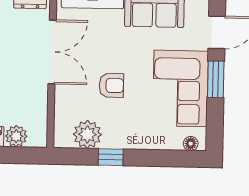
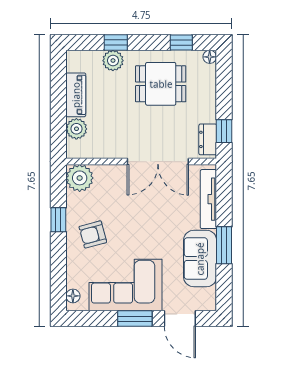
armchair: (111, 85) -> (93, 234), moved, turned 75
plant: (87, 134) -> (80, 178), moved

